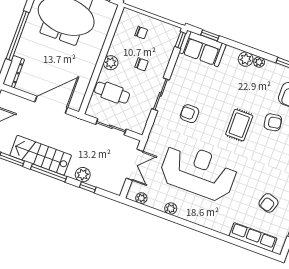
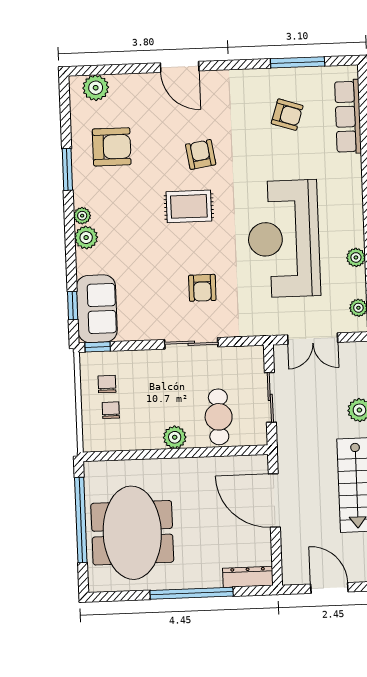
chair: (142, 64) -> (107, 384), moved
armchair: (273, 122) -> (201, 154), moved
double door: (135, 165) -> (313, 339), swing flipped

